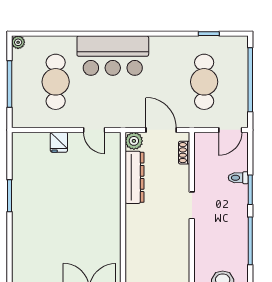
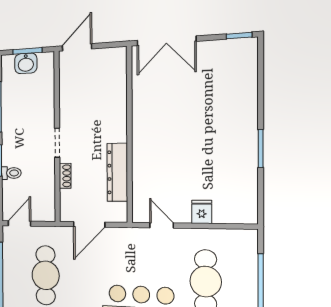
door: (161, 130) -> (89, 224), hinge flipped
plant: (134, 141) -> (118, 213), removed
shoe rack: (184, 153) -> (65, 176), moved

